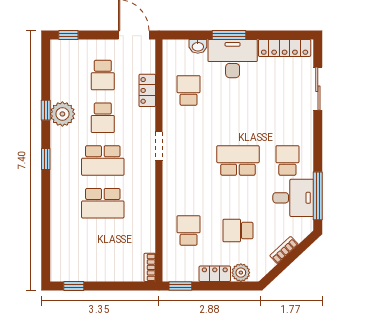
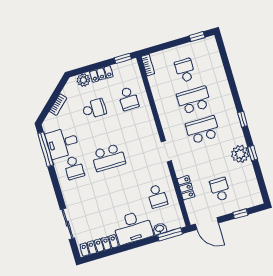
window: (68, 35) -> (240, 214), moved
window: (229, 35) -> (170, 234), moved
school desk: (103, 118) -> (185, 70), moved

